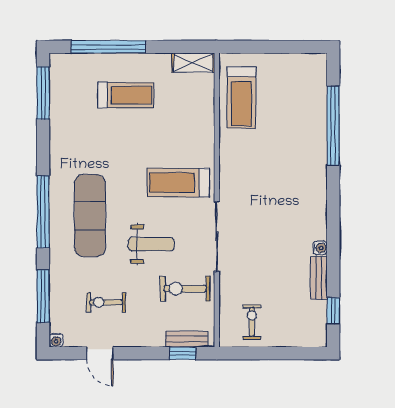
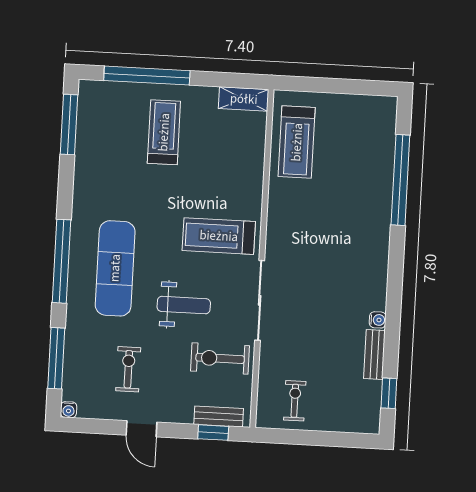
treadmill: (126, 95) -> (164, 132), turned -90
exercise bike: (106, 302) -> (128, 369), turned 90
door: (100, 353) -> (141, 429), moved

